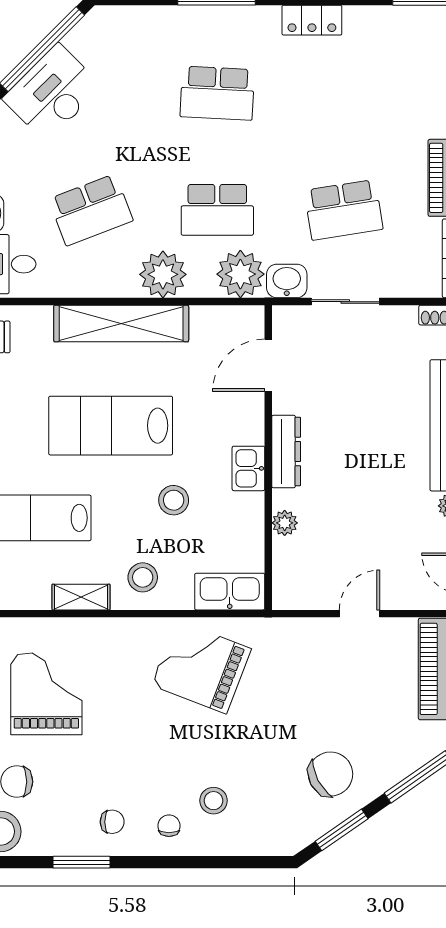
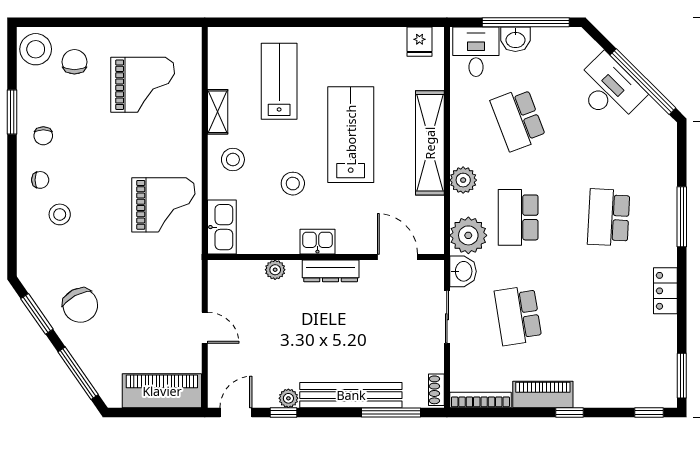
plant: (163, 274) -> (463, 180), width x0.73, depth x0.73
grand piano: (201, 667) -> (163, 205), turned 69

